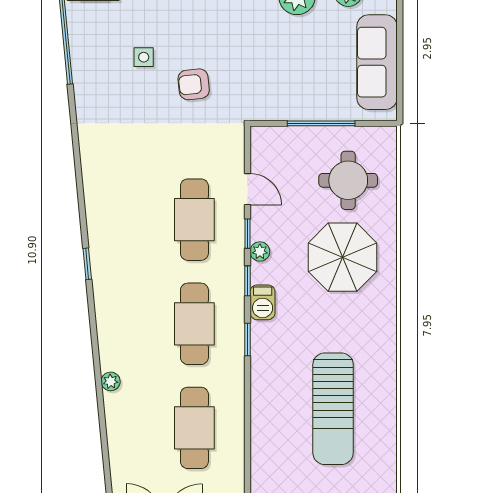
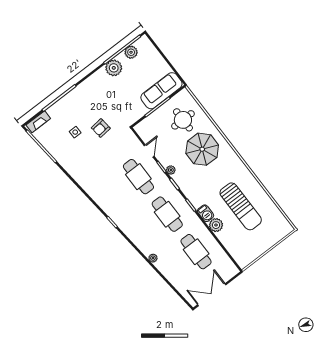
sofa: (377, 62) -> (161, 91), moved, turned 90
door: (247, 189) -> (149, 151), hinge flipped
barbecue: (263, 302) -> (206, 213), moved
plant: (265, 408) -> (216, 225), added

